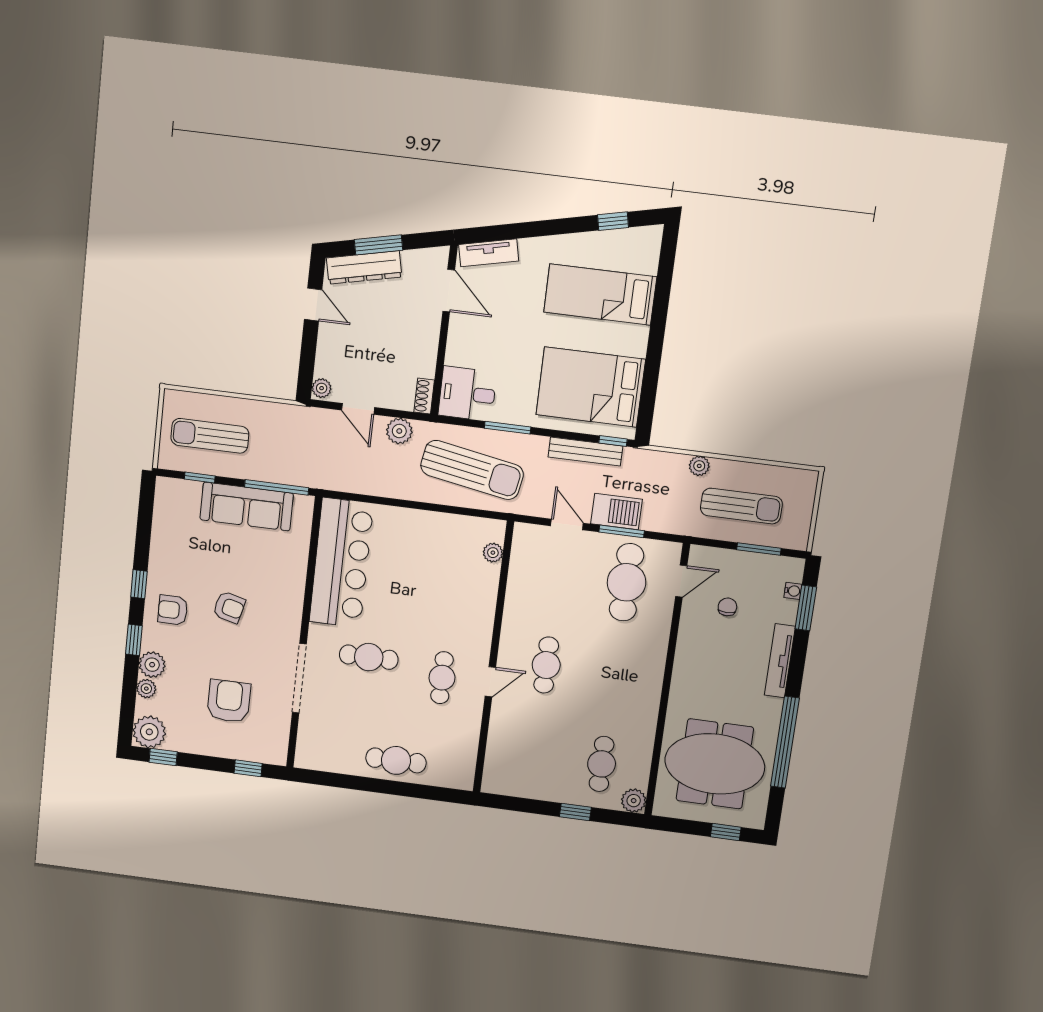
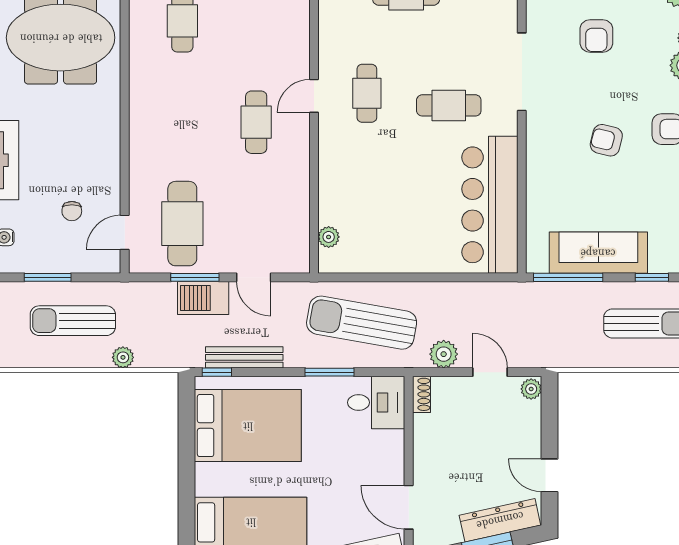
armchair: (229, 701) -> (596, 36), width x0.72, depth x0.72

